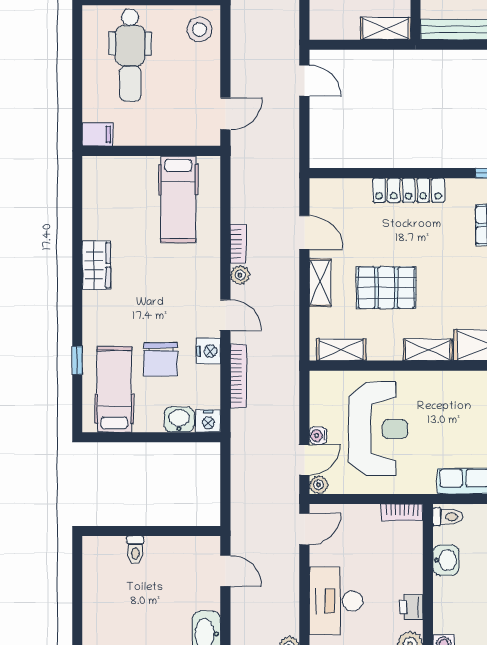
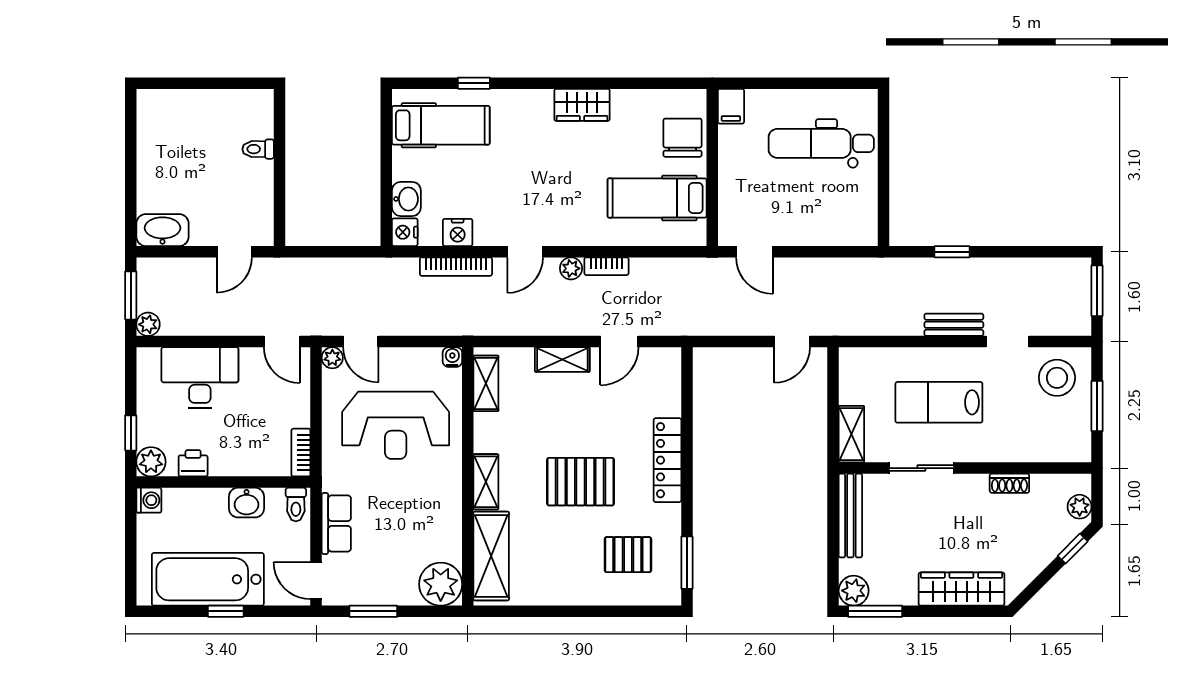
stool: (199, 29) -> (850, 222), removed
pallet: (386, 288) -> (580, 482), moved, turned 90
nightstand: (208, 351) -> (458, 232), moved
chair: (161, 359) -> (682, 138), moved, turned 90
water cooler: (318, 436) -> (452, 357), moved

